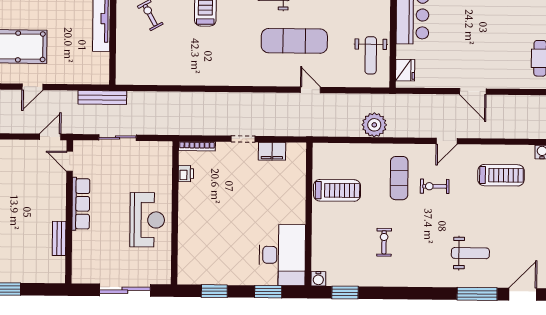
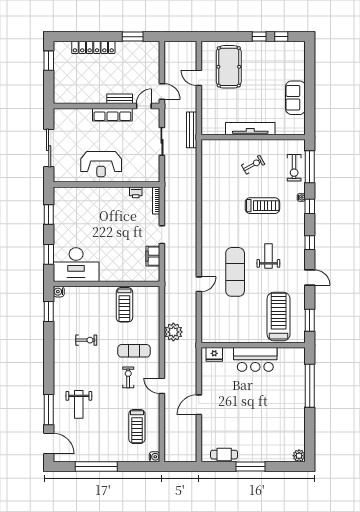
weight bench: (371, 55) -> (225, 329), removed
bench: (59, 238) -> (120, 99), moved

